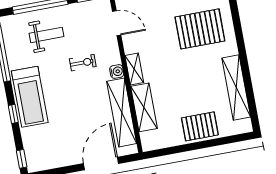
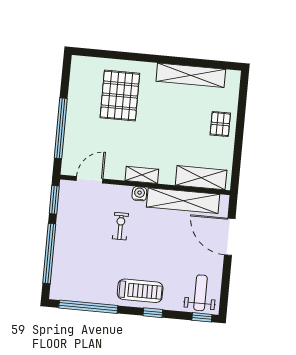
weight bench: (47, 35) -> (200, 293), moved
treadmill: (30, 97) -> (140, 291), width x0.73, depth x0.73
shelving: (144, 107) -> (201, 178), moved
pallet: (200, 126) -> (220, 124), width x0.67, depth x0.71

